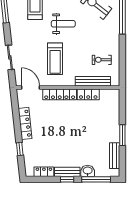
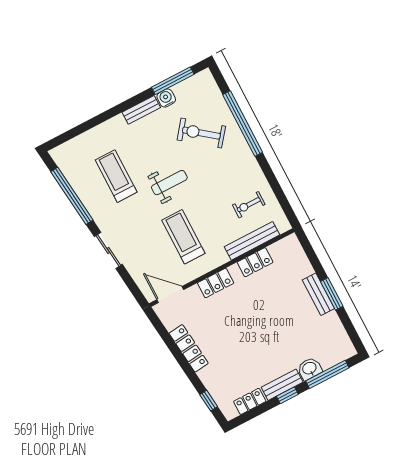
sliding door: (10, 57) -> (108, 251), moved
treadmill: (55, 59) -> (183, 237), turned 180
locker: (60, 94) -> (216, 283), width x0.66
window: (20, 149) -> (209, 401), moved
bench: (115, 156) -> (318, 294), moved

